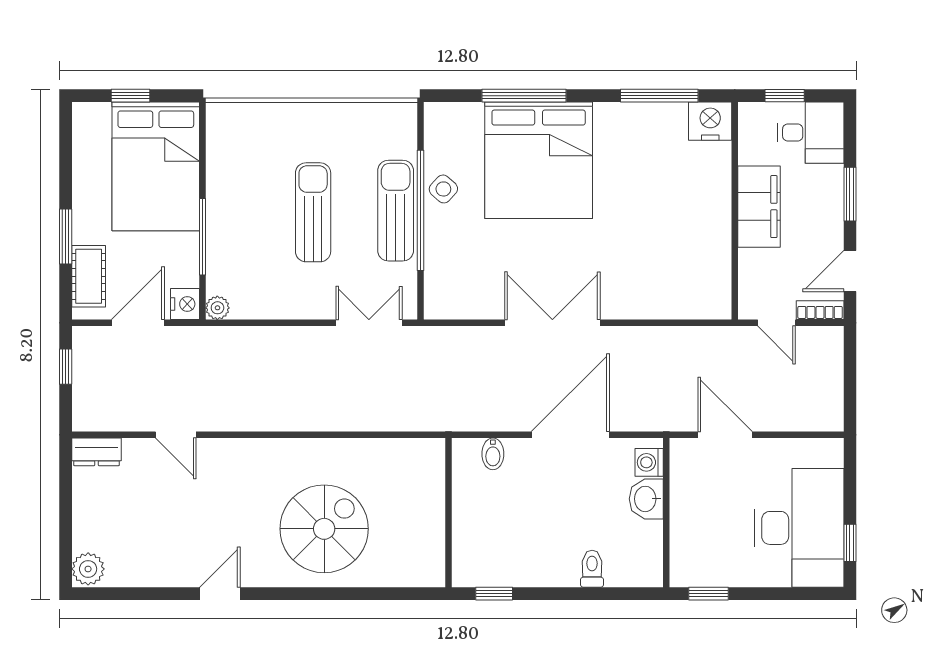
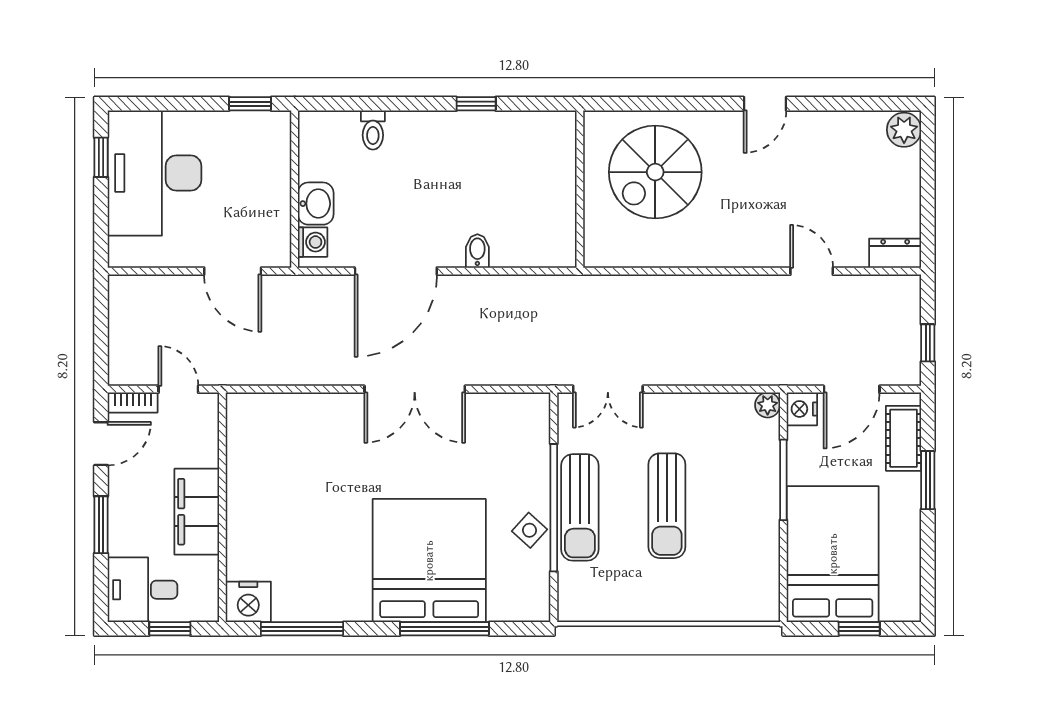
wall: (448, 513) -> (580, 189), moved

